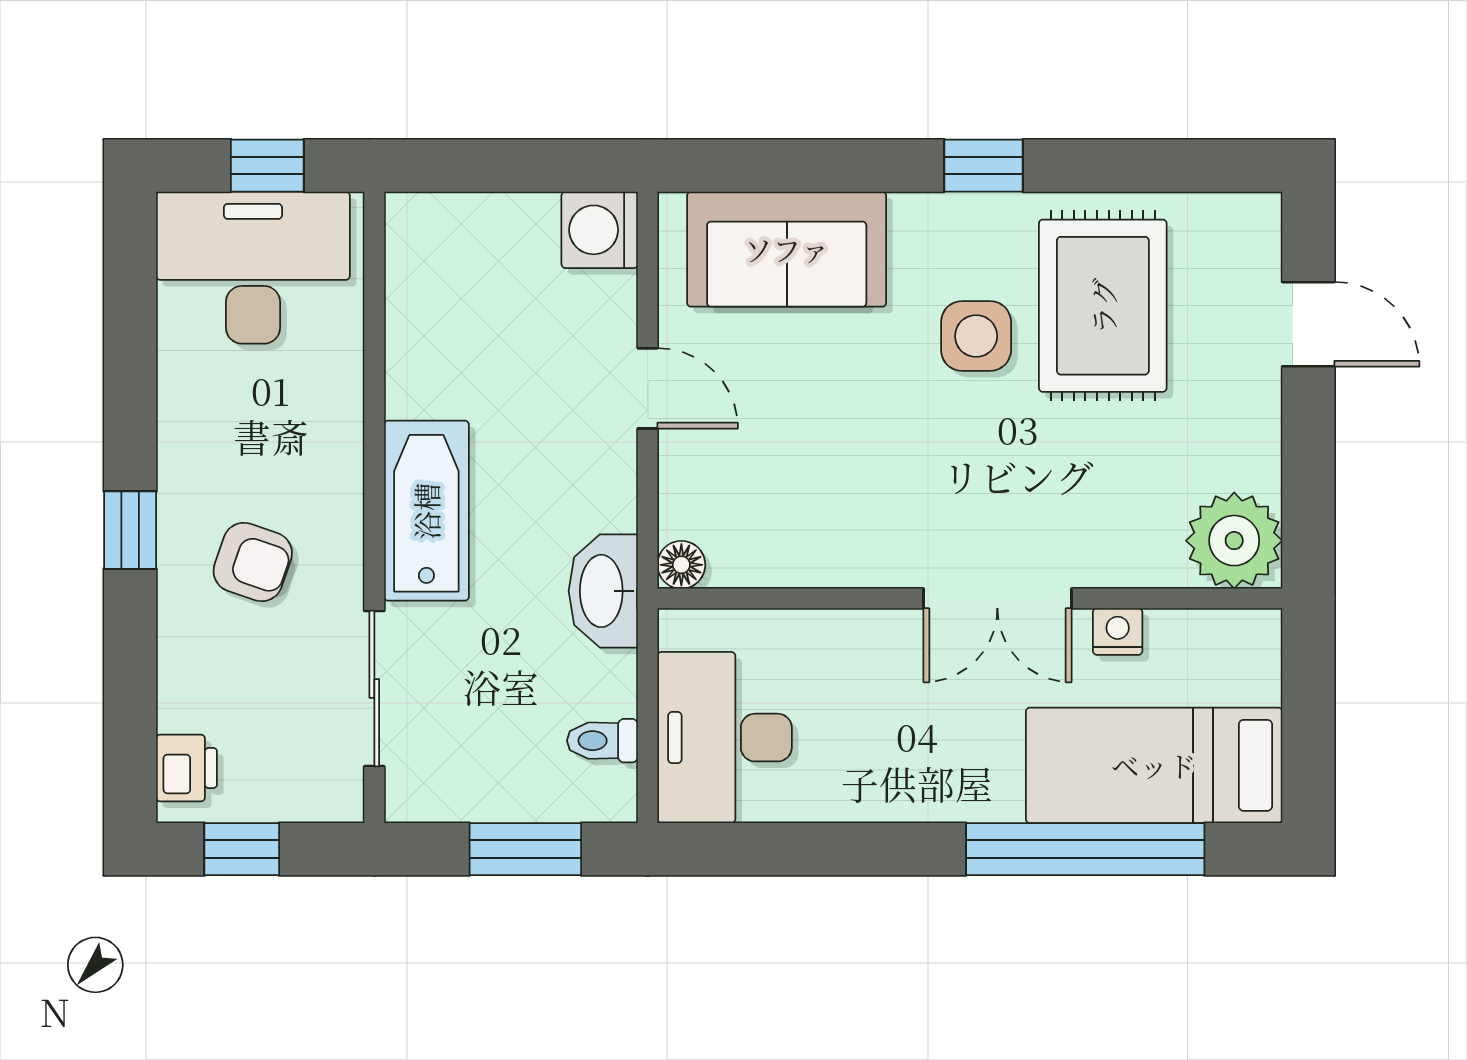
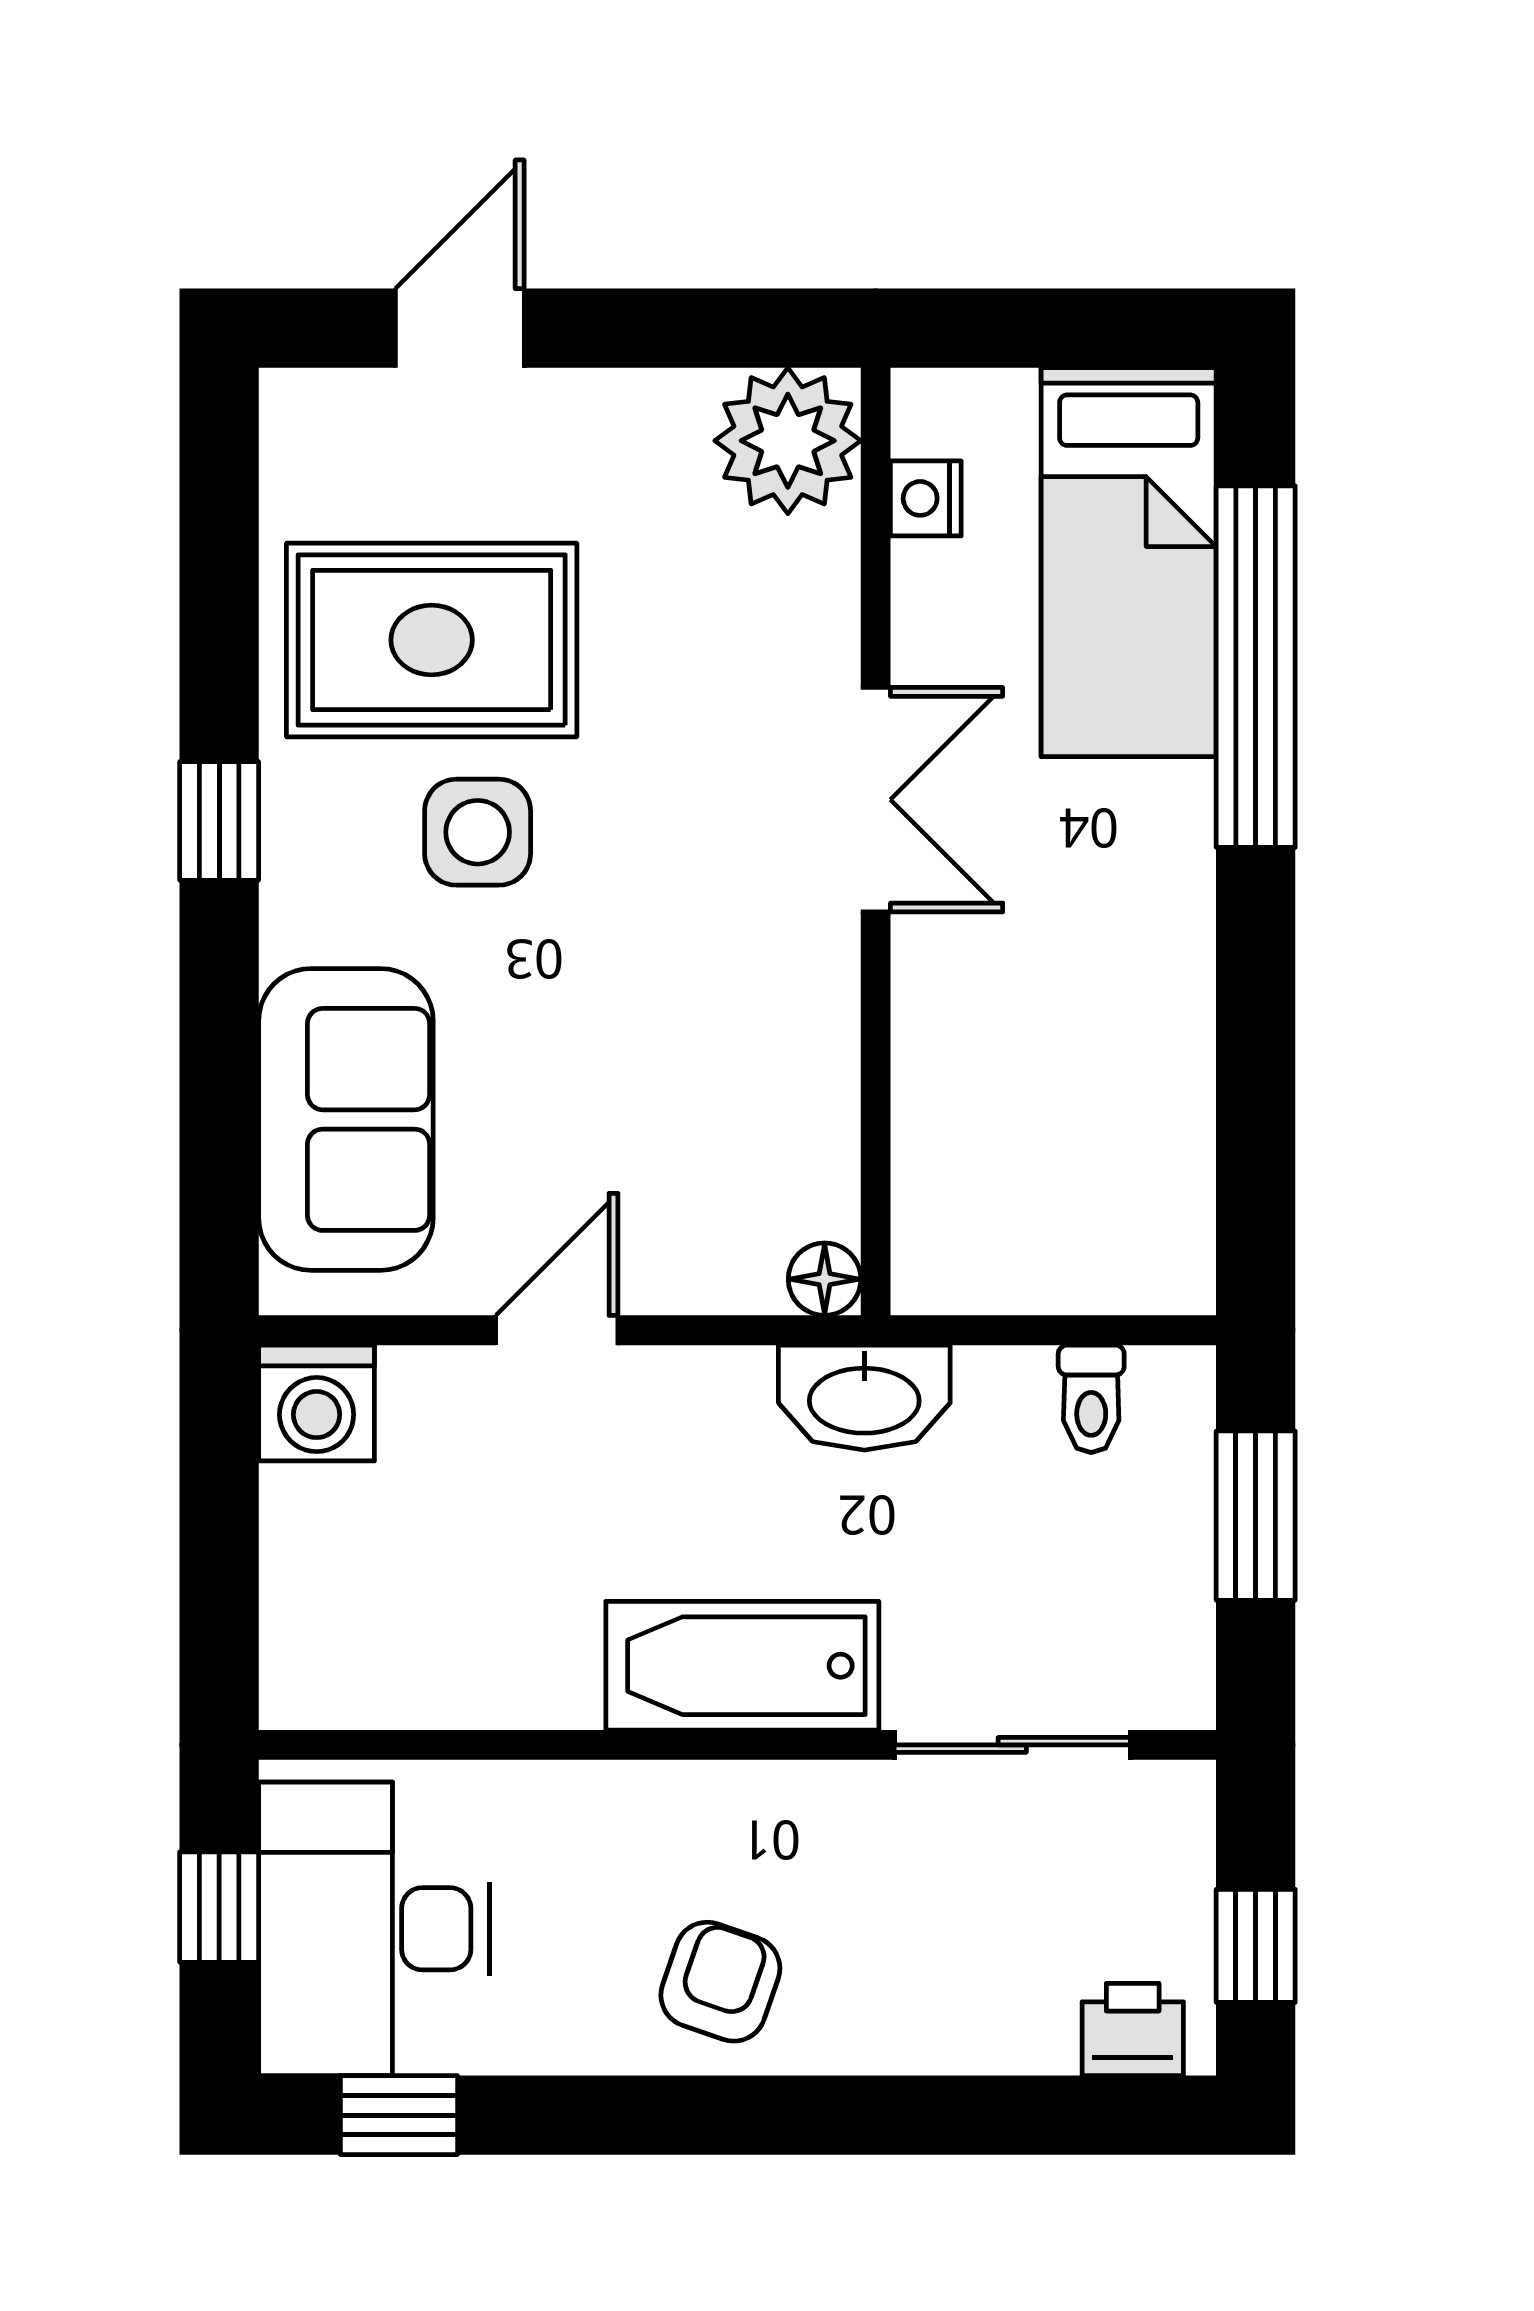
window: (130, 530) -> (399, 2115), moved
armchair: (253, 562) -> (720, 1982), moved
nightstand: (1118, 632) -> (926, 498), moved
desk: (725, 738) -> (1087, 1213), removed

